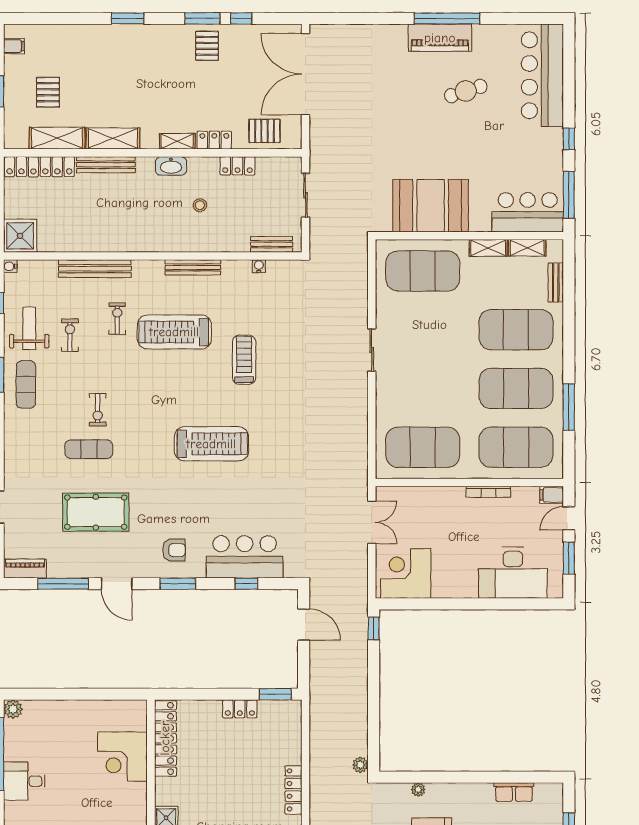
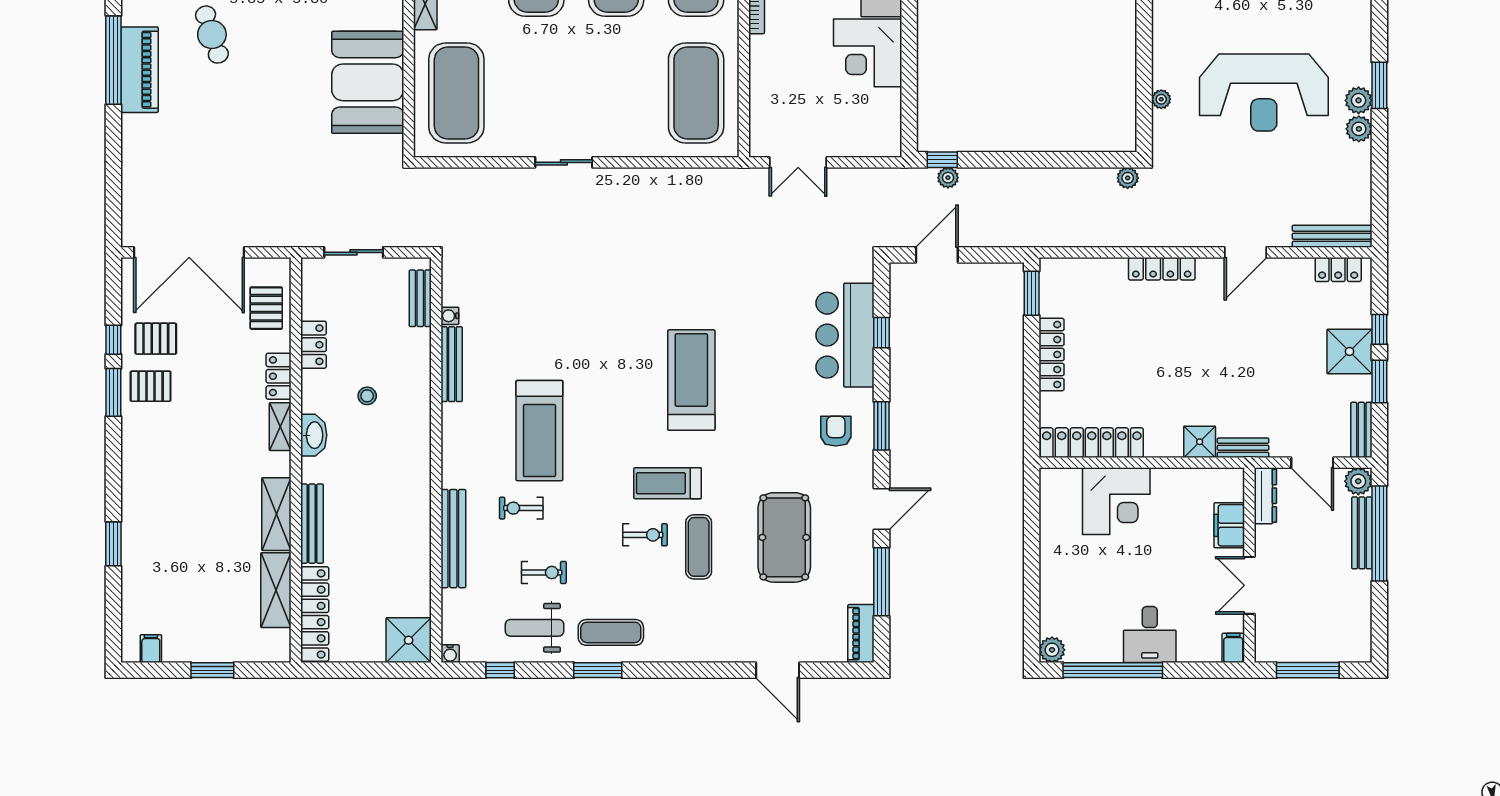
window: (128, 18) -> (113, 544), moved
pallet: (48, 92) -> (156, 339), moved
bench: (193, 267) -> (452, 364), moved
exercise bike: (70, 335) -> (544, 572), turned 180
treadmill: (244, 360) -> (668, 483), moved
double door: (372, 522) -> (798, 162), swing flipped
corner desk: (406, 573) -> (868, 53), moved
plant: (360, 633) -> (948, 178), added
locker: (240, 709) -> (1052, 355), width x1.53

